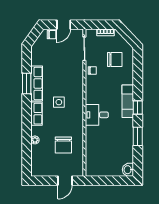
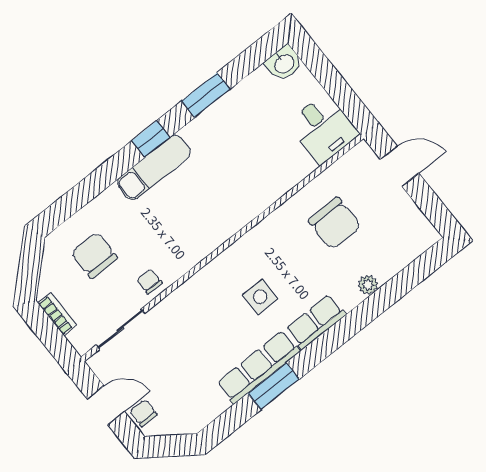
desk: (97, 115) -> (323, 128), moved
chair: (63, 145) -> (335, 223), turned 90

